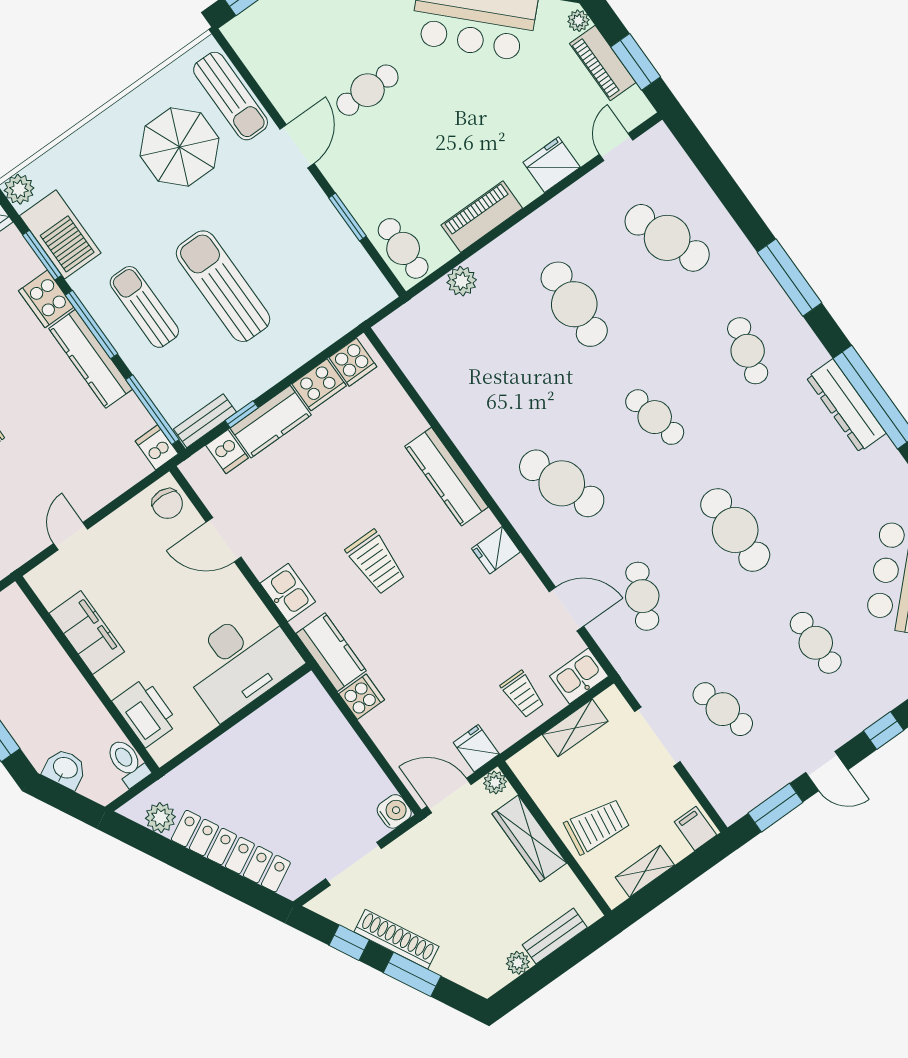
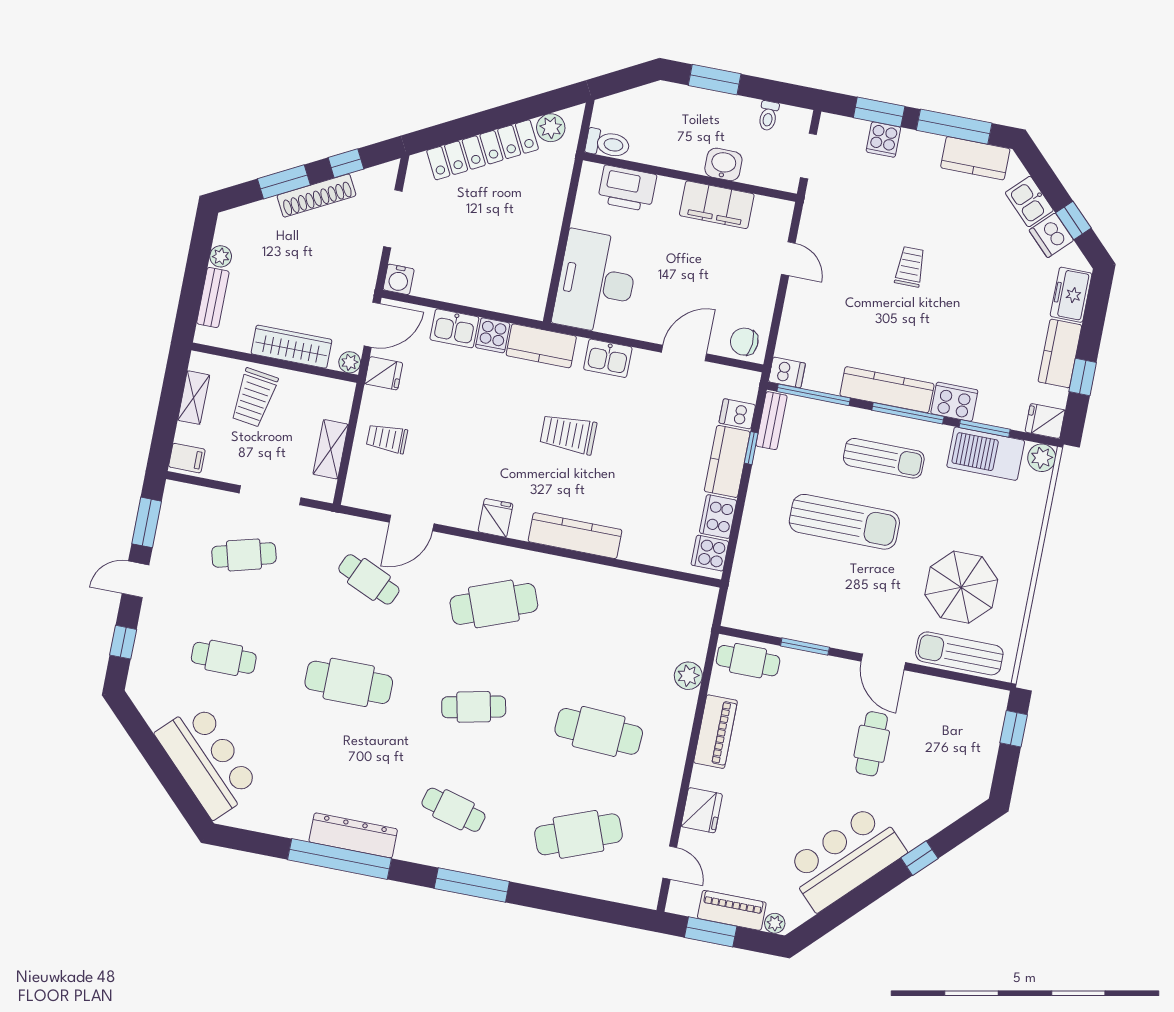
kitchen sink: (579, 676) -> (454, 328), moved, turned 90
washbasin: (65, 769) -> (723, 164), moved, turned -152

